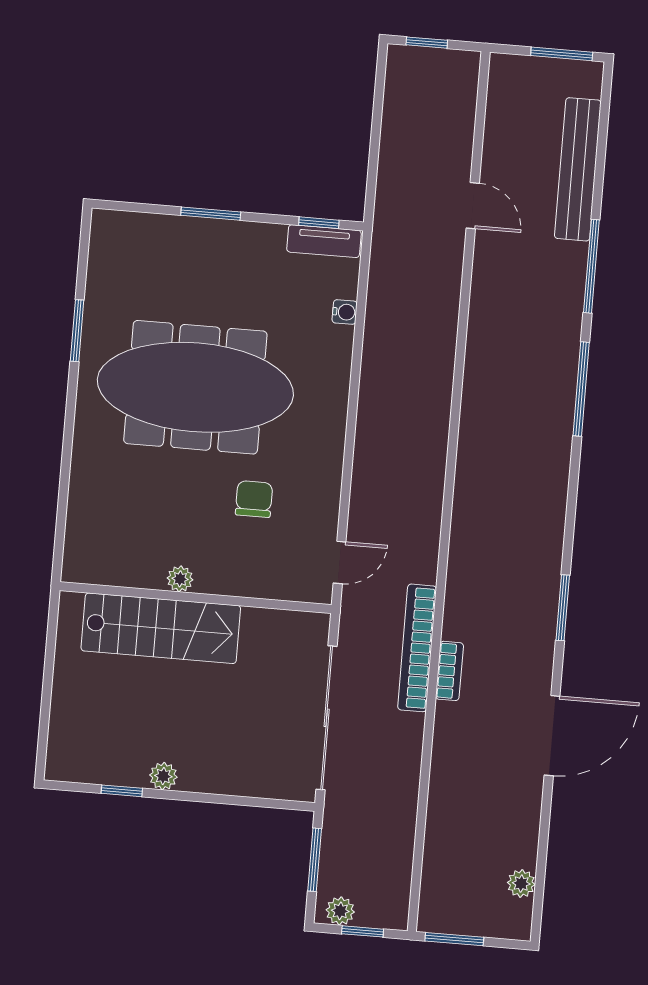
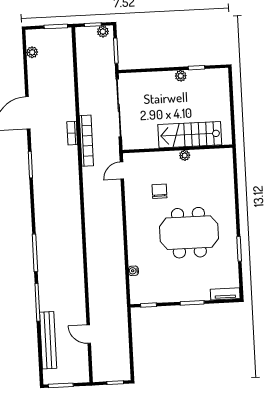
door: (473, 206) -> (89, 334), moved
tv unit: (324, 241) -> (225, 294), moved
meeting table: (195, 387) -> (189, 233), width x0.73
chair: (254, 499) -> (159, 191), turned 180

